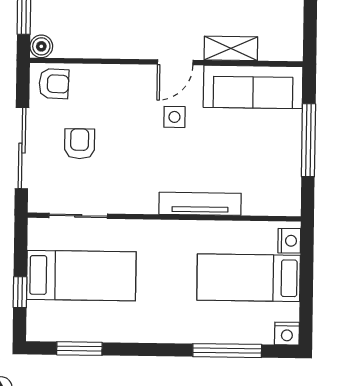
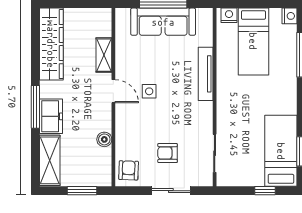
boiler: (41, 46) -> (104, 139), moved
sofa: (253, 87) -> (163, 22), moved, turned 90
sliding door: (22, 148) -> (171, 191), width x0.73
bed: (81, 276) -> (281, 151), moved

